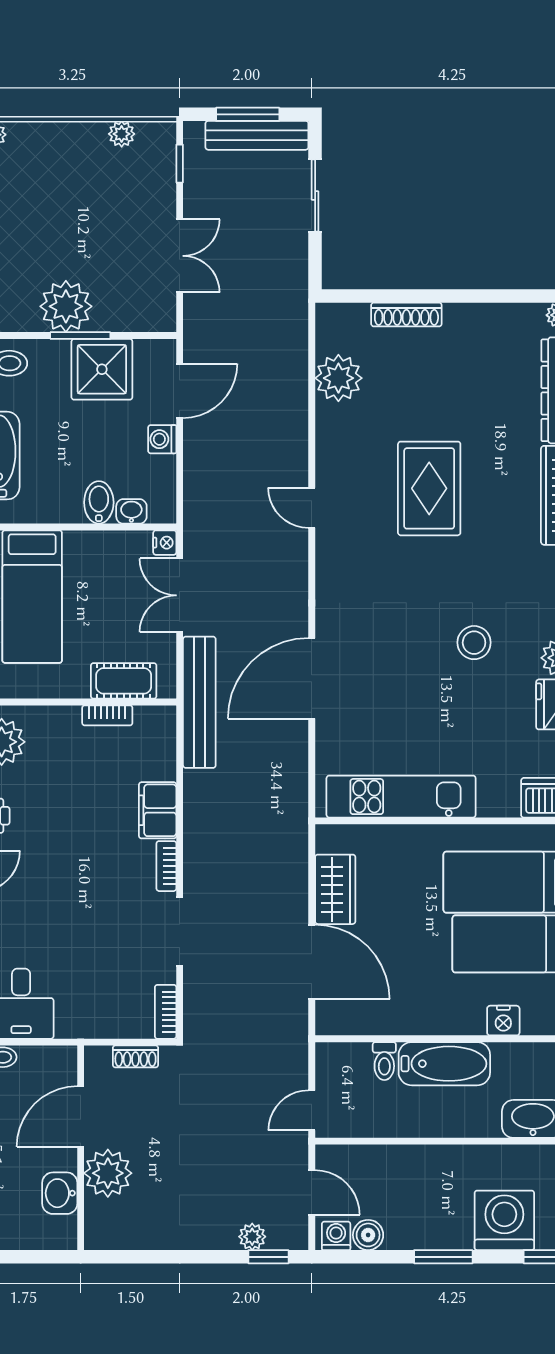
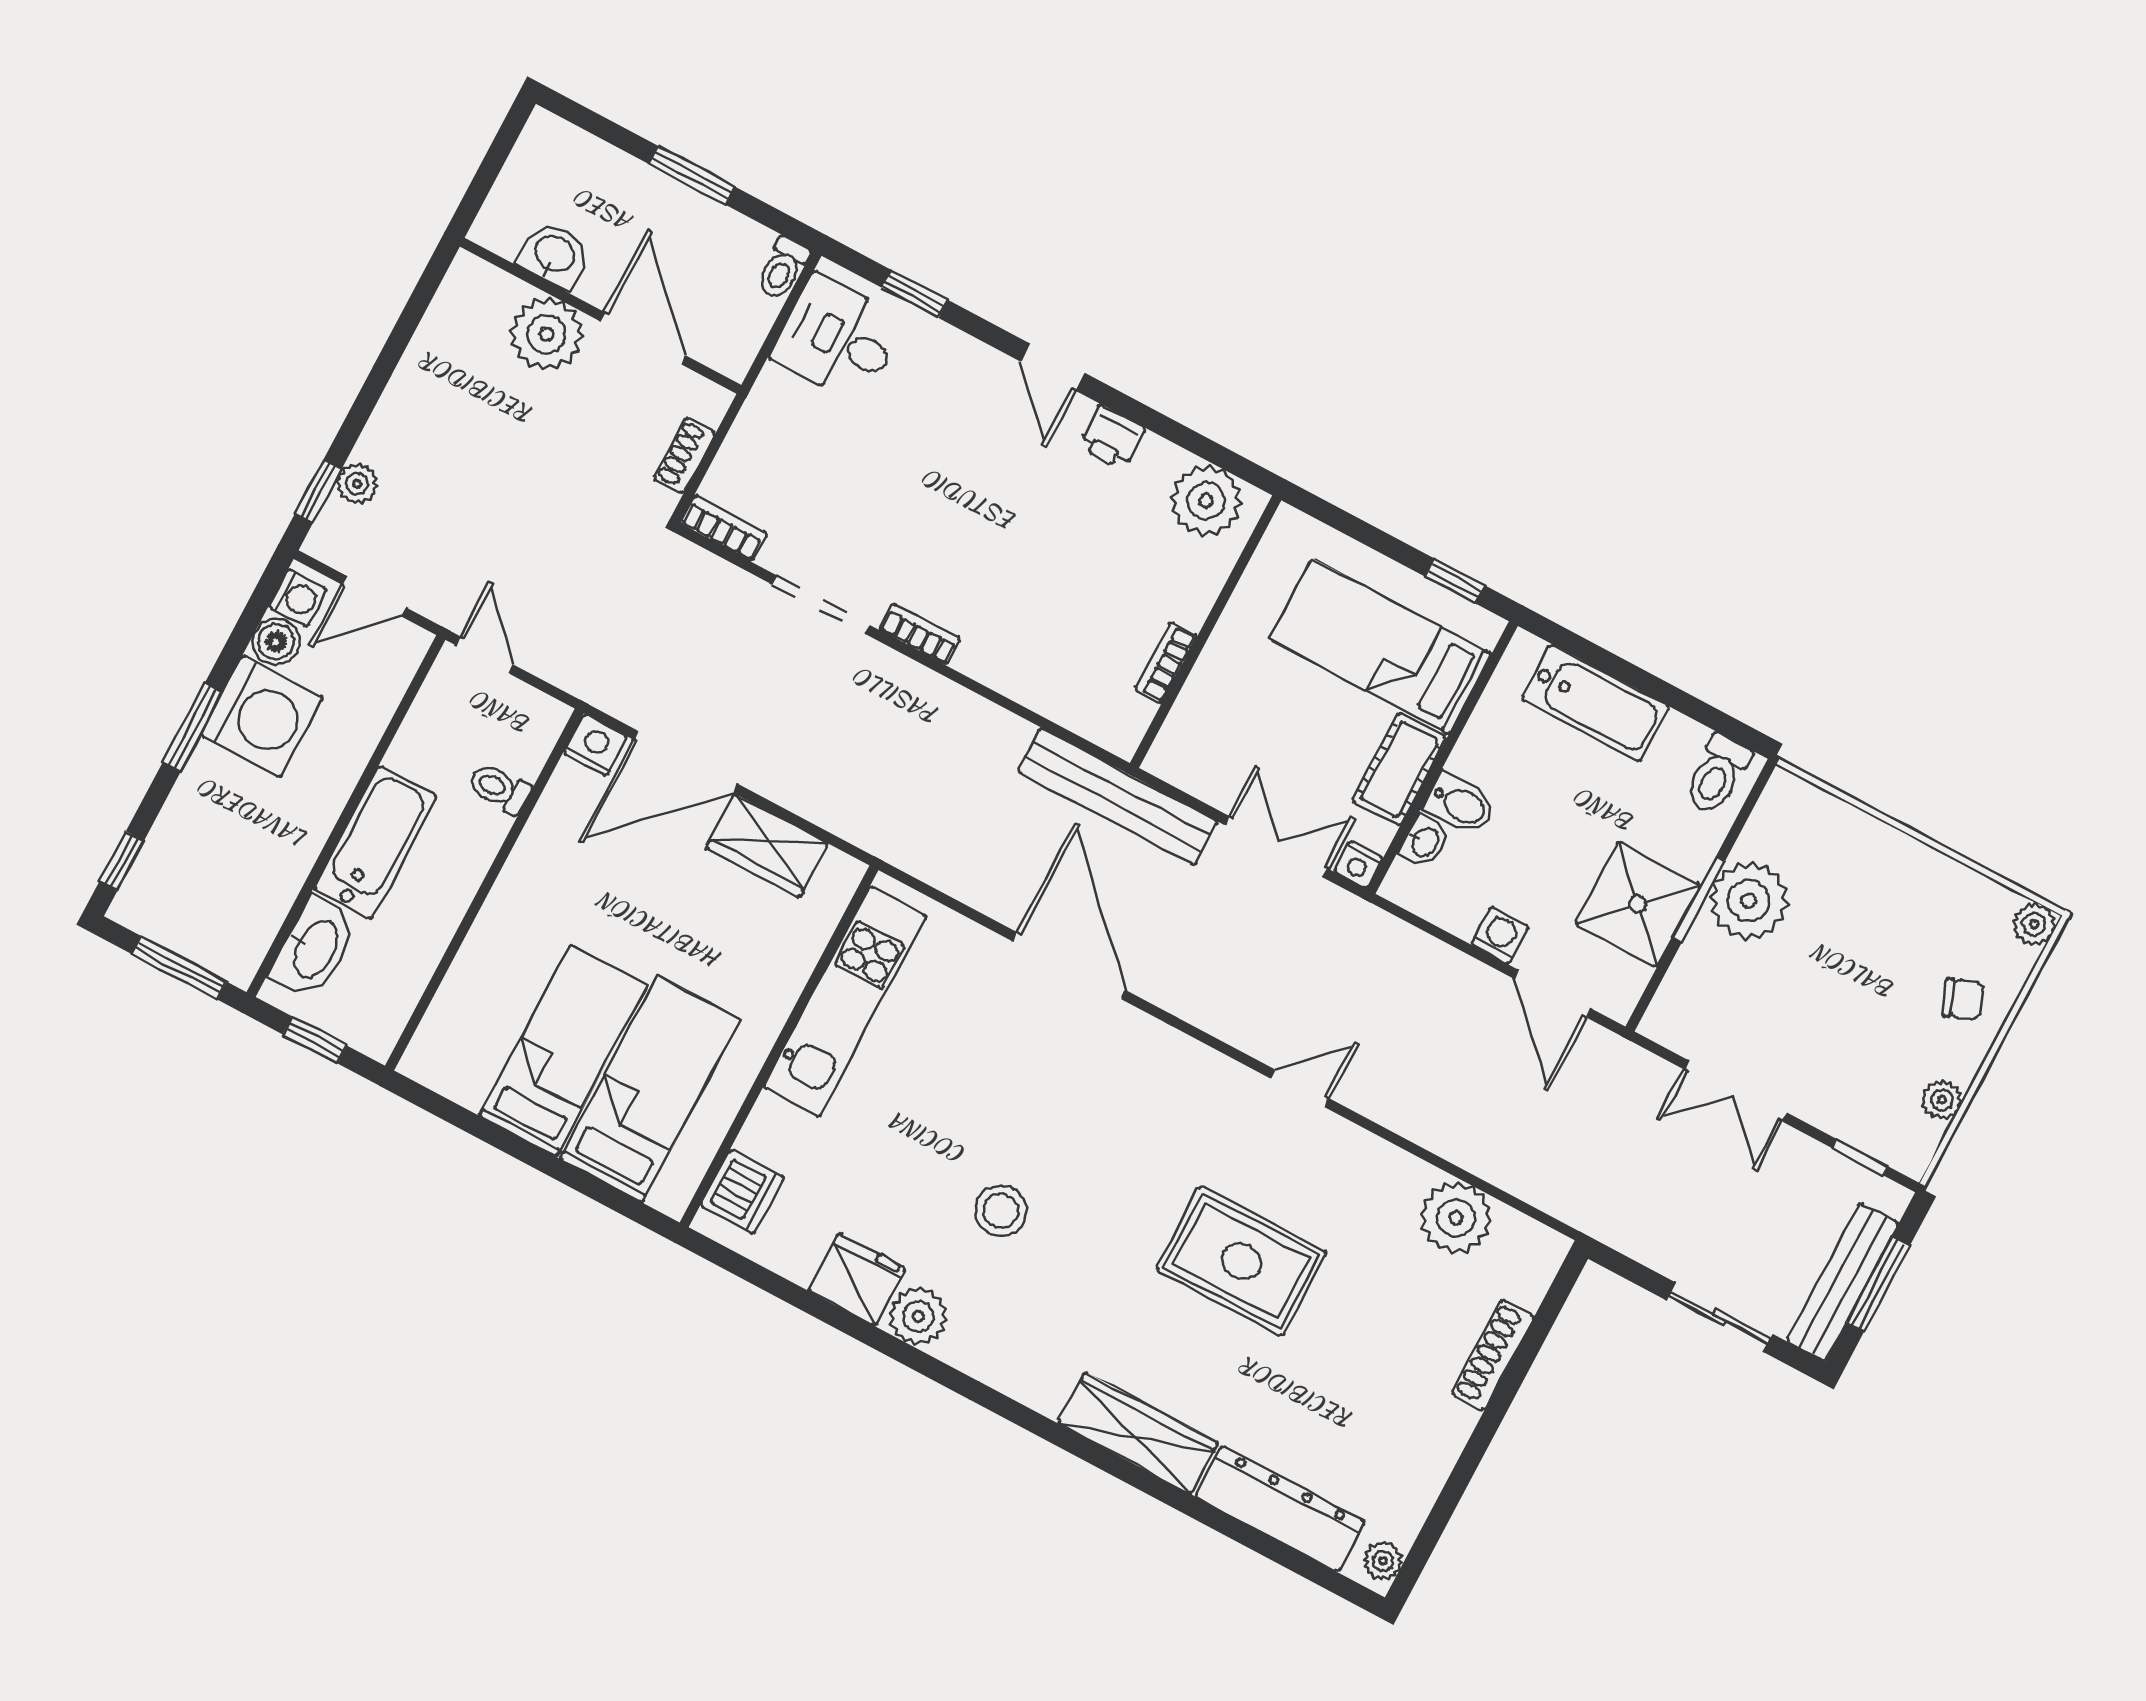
chair: (57, 152) -> (1963, 999), added
cot: (124, 681) -> (1399, 769), moved
filing cabinet: (158, 810) -> (1001, 662), removed
nightstand: (503, 1021) -> (595, 745), moved, turned 90
bathtub: (444, 1064) -> (375, 843), moved, turned 180
washing machine: (504, 1220) -> (262, 717), moved

